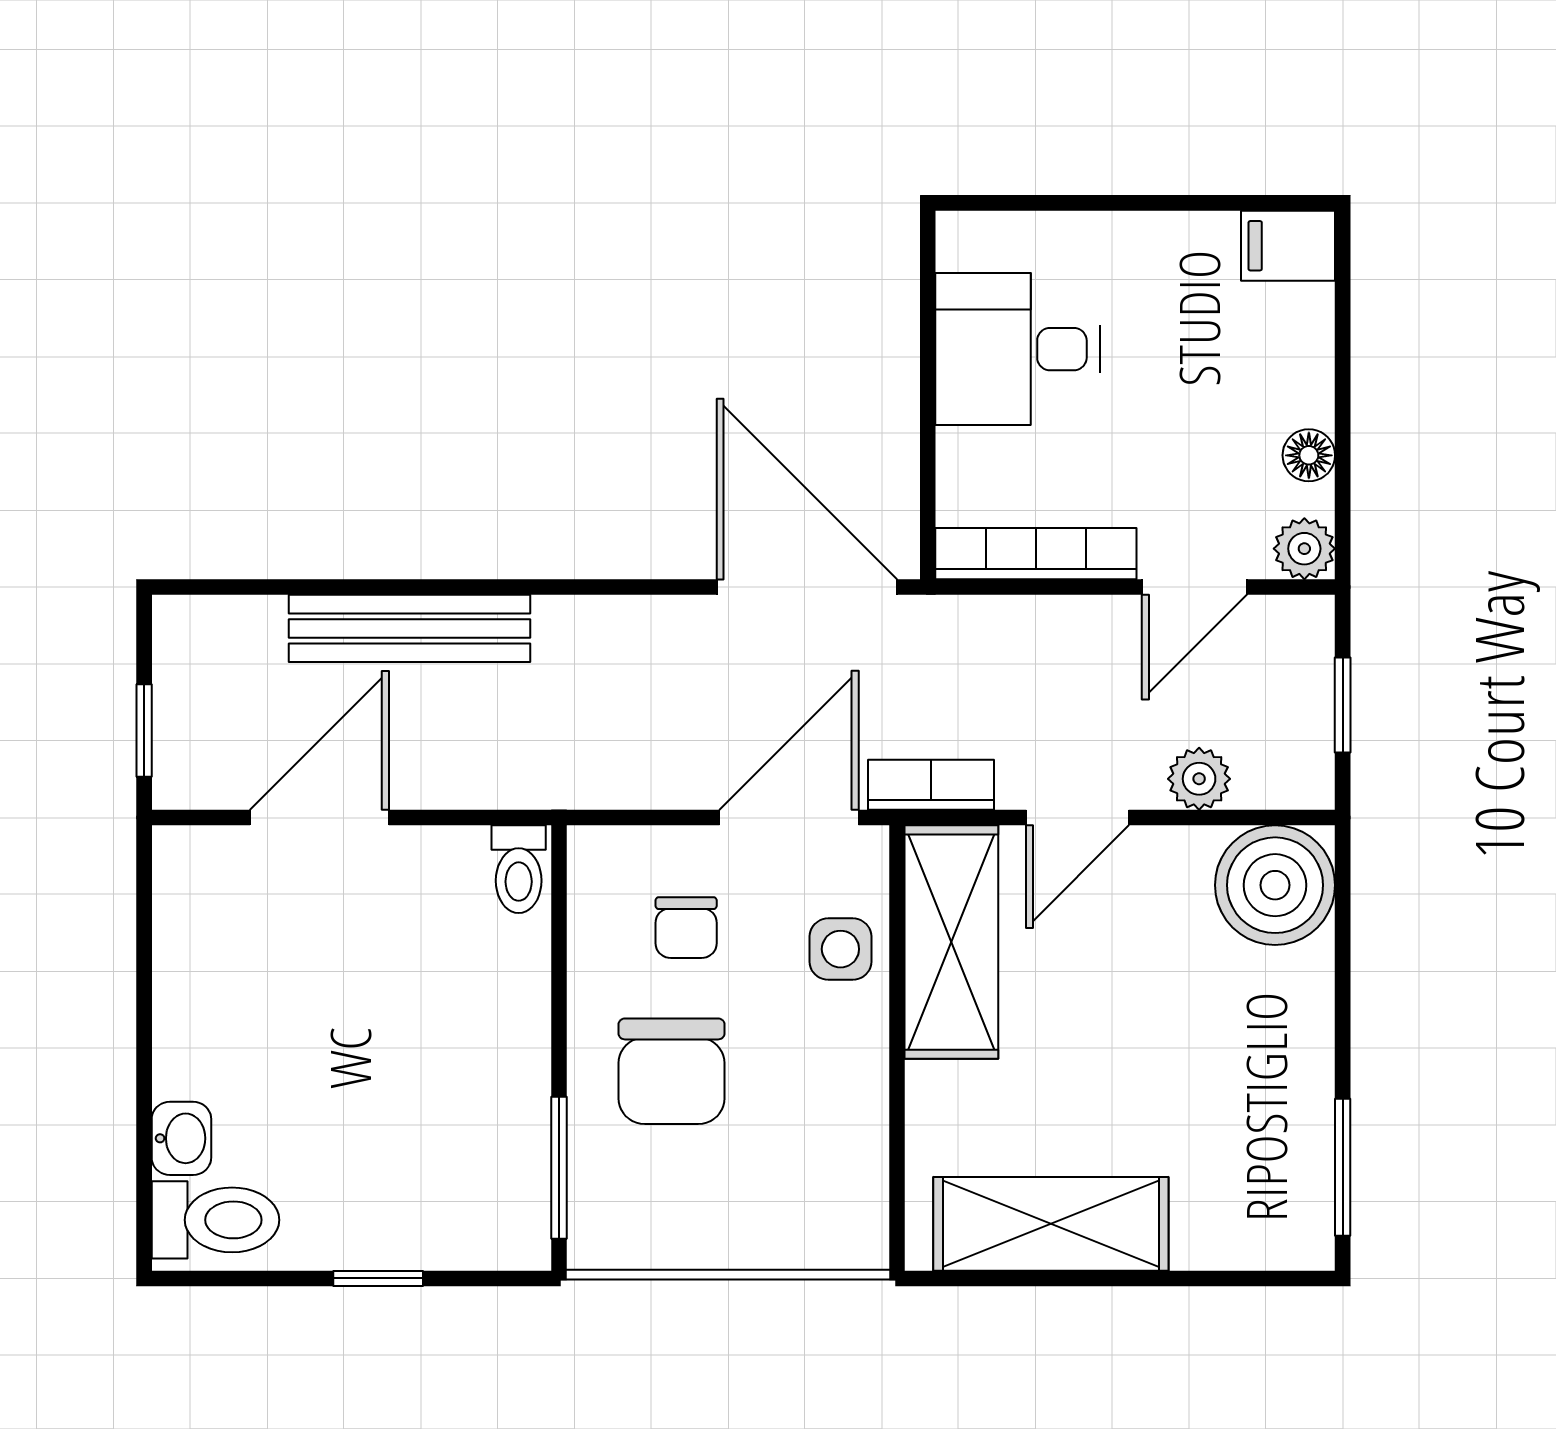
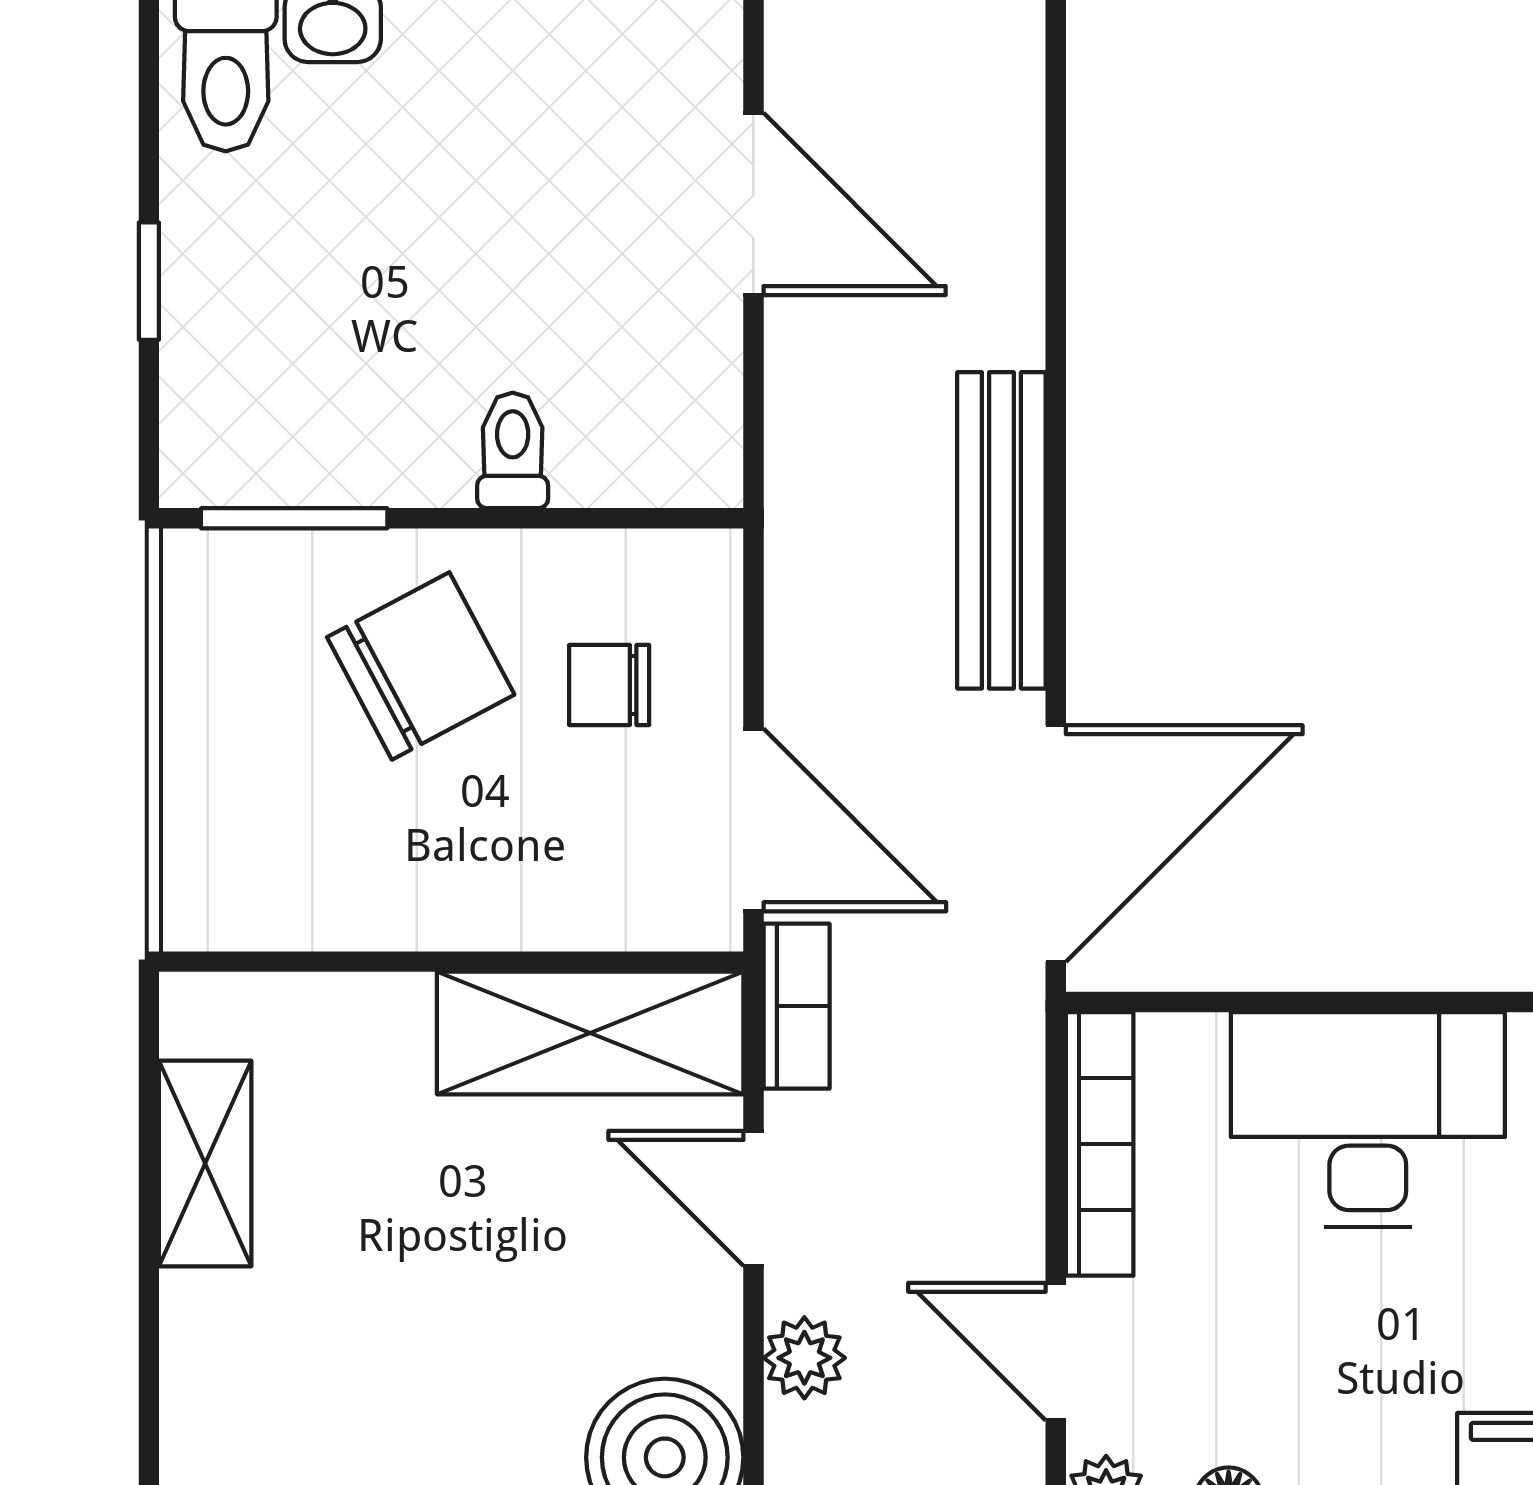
desk: (1018, 349) -> (1368, 1120), width x1.37
bench: (409, 628) -> (1001, 530), moved
toilet: (519, 869) -> (513, 450), moved, turned 90
side table: (840, 949) -> (581, 887), removed
chair: (672, 1071) -> (421, 666), turned 152
shelving: (1051, 1224) -> (205, 1163), width x0.67, depth x0.75

